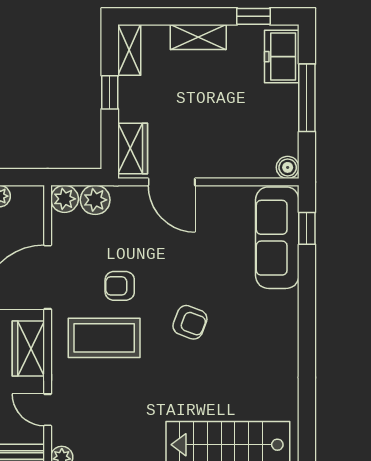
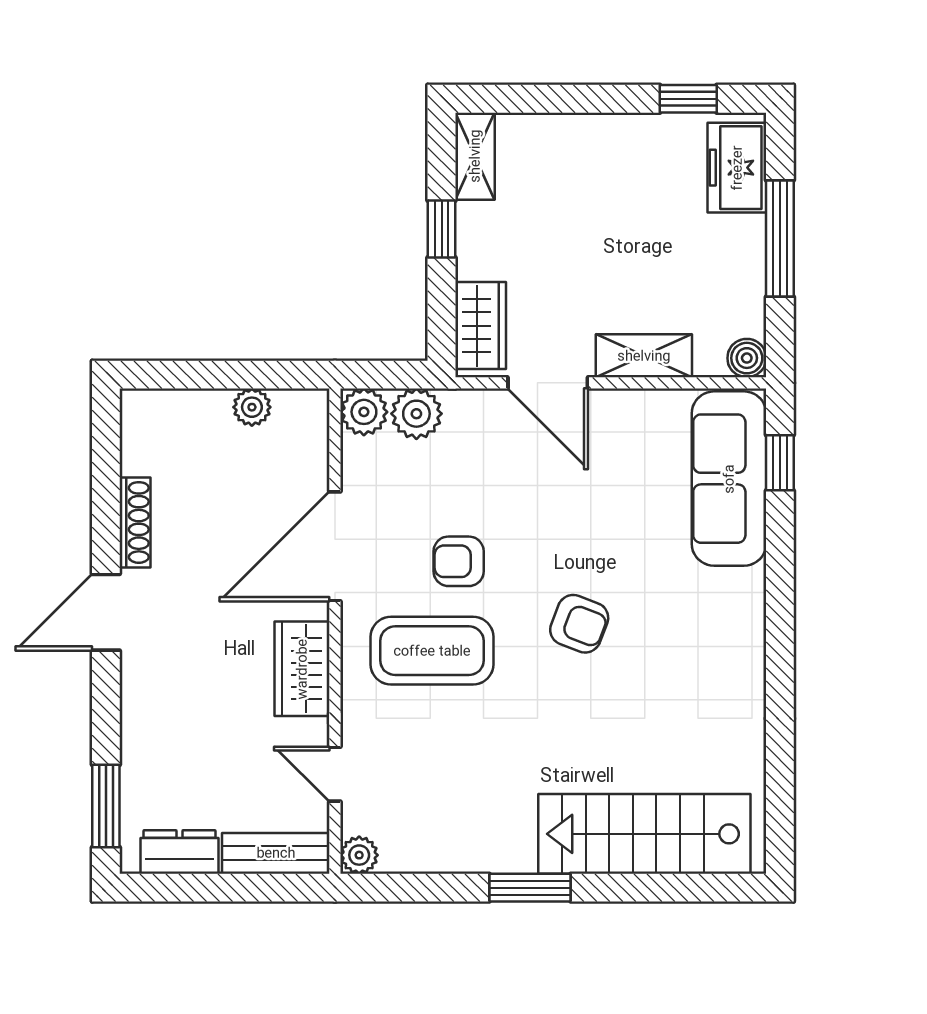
shelving: (198, 37) -> (644, 356), moved

